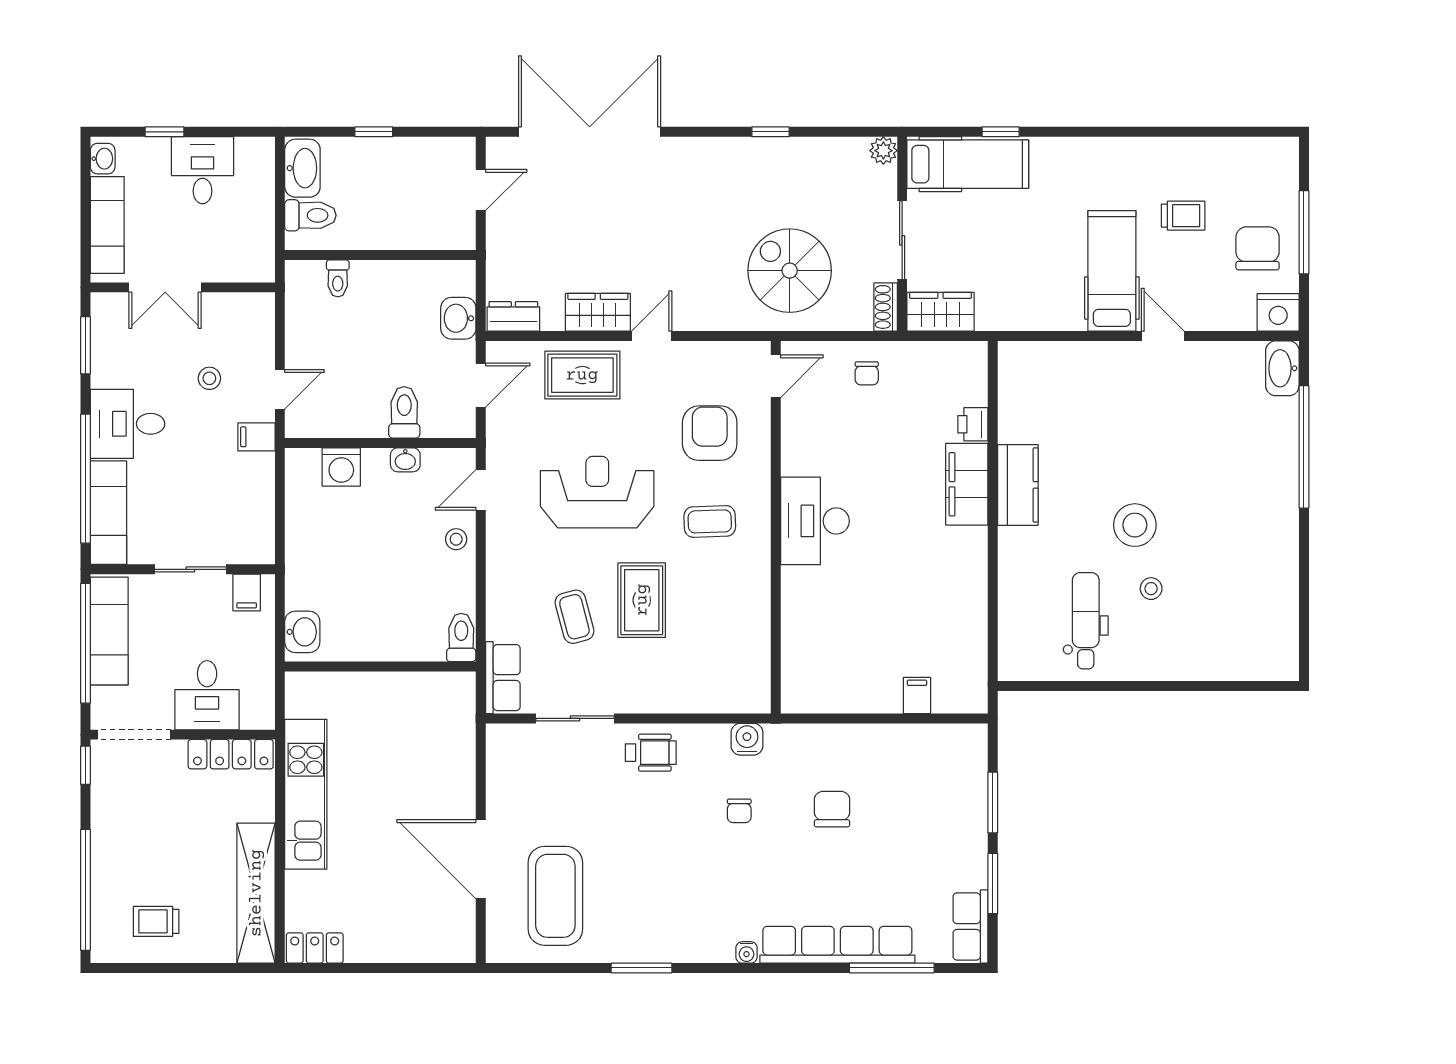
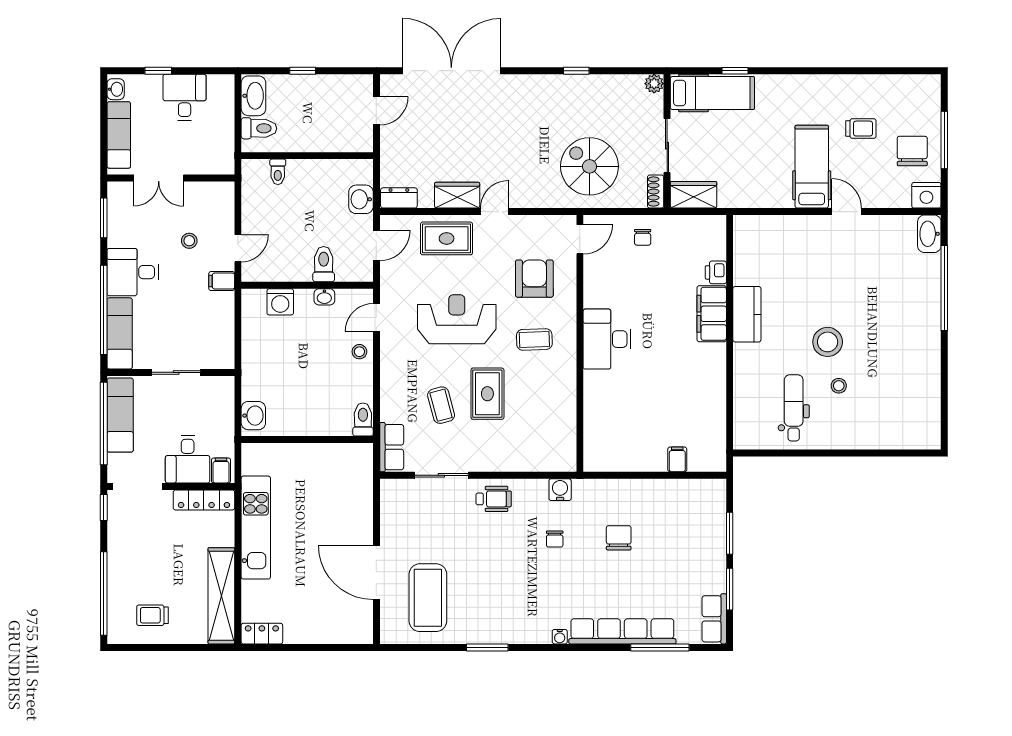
filing cabinet: (247, 593) -> (221, 470), moved, turned 180

